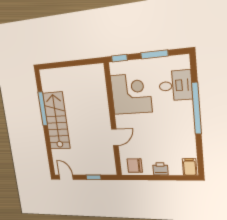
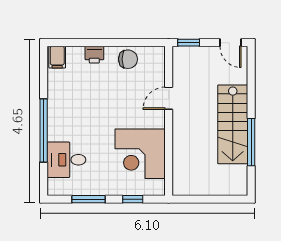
corner desk: (131, 94) -> (140, 154), moved
wall: (113, 120) -> (169, 121), moved
door: (115, 137) -> (169, 98), moved

